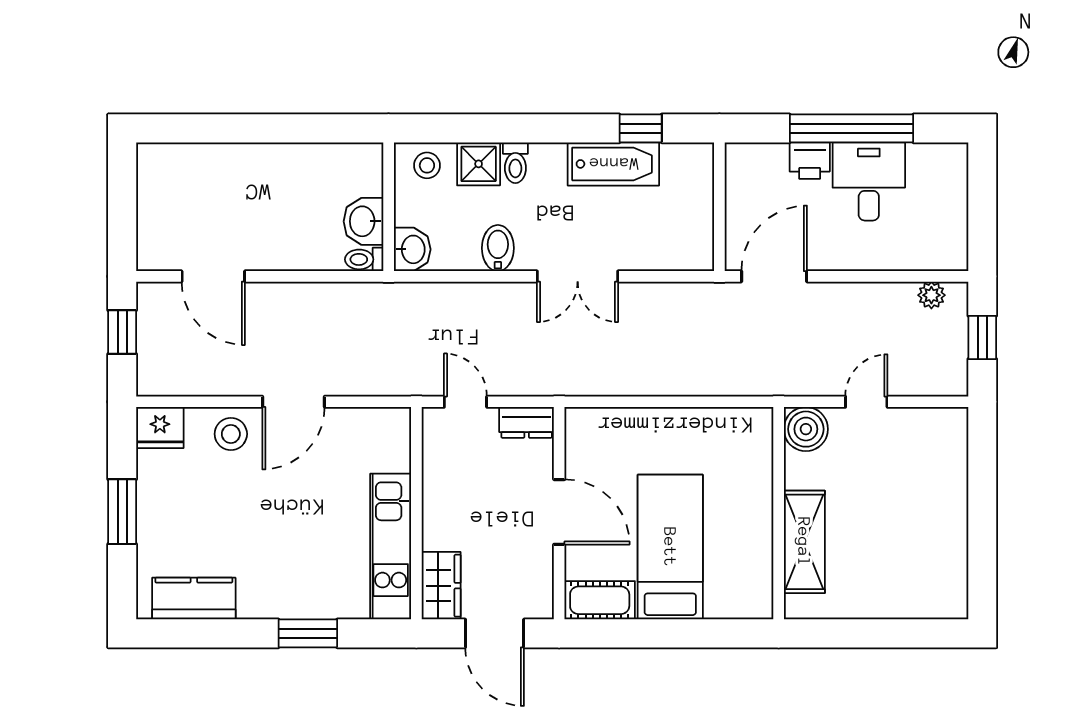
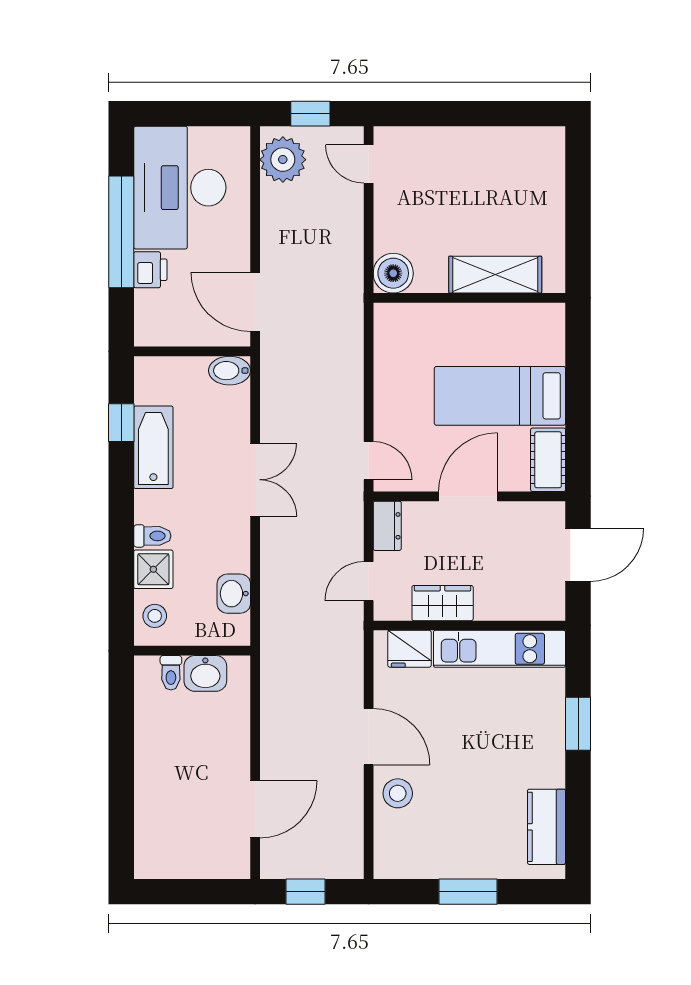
desk: (869, 181) -> (180, 188), width x1.87, depth x1.30
bidet: (498, 248) -> (230, 371), moved
washbasin: (412, 249) -> (234, 594), moved, turned -90
toilet: (364, 259) -> (171, 673), moved
plant: (931, 295) -> (283, 160), width x1.88, depth x1.88
door: (599, 402) -> (369, 461), added
door: (866, 402) -> (369, 164), moved
fridge: (160, 427) -> (409, 649), moved, turned 90
wardrobe: (441, 586) -> (443, 603), moved

